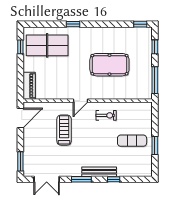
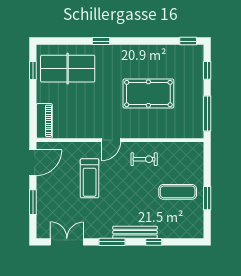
treadmill: (64, 130) -> (90, 178), turned 180
window: (20, 161) -> (33, 202), moved
double door: (47, 179) -> (67, 242), swing flipped

